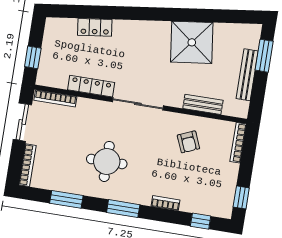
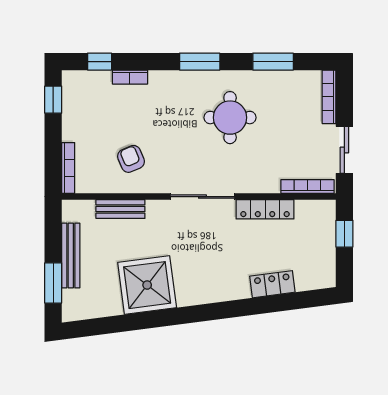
bookcase: (165, 203) -> (130, 77), moved

